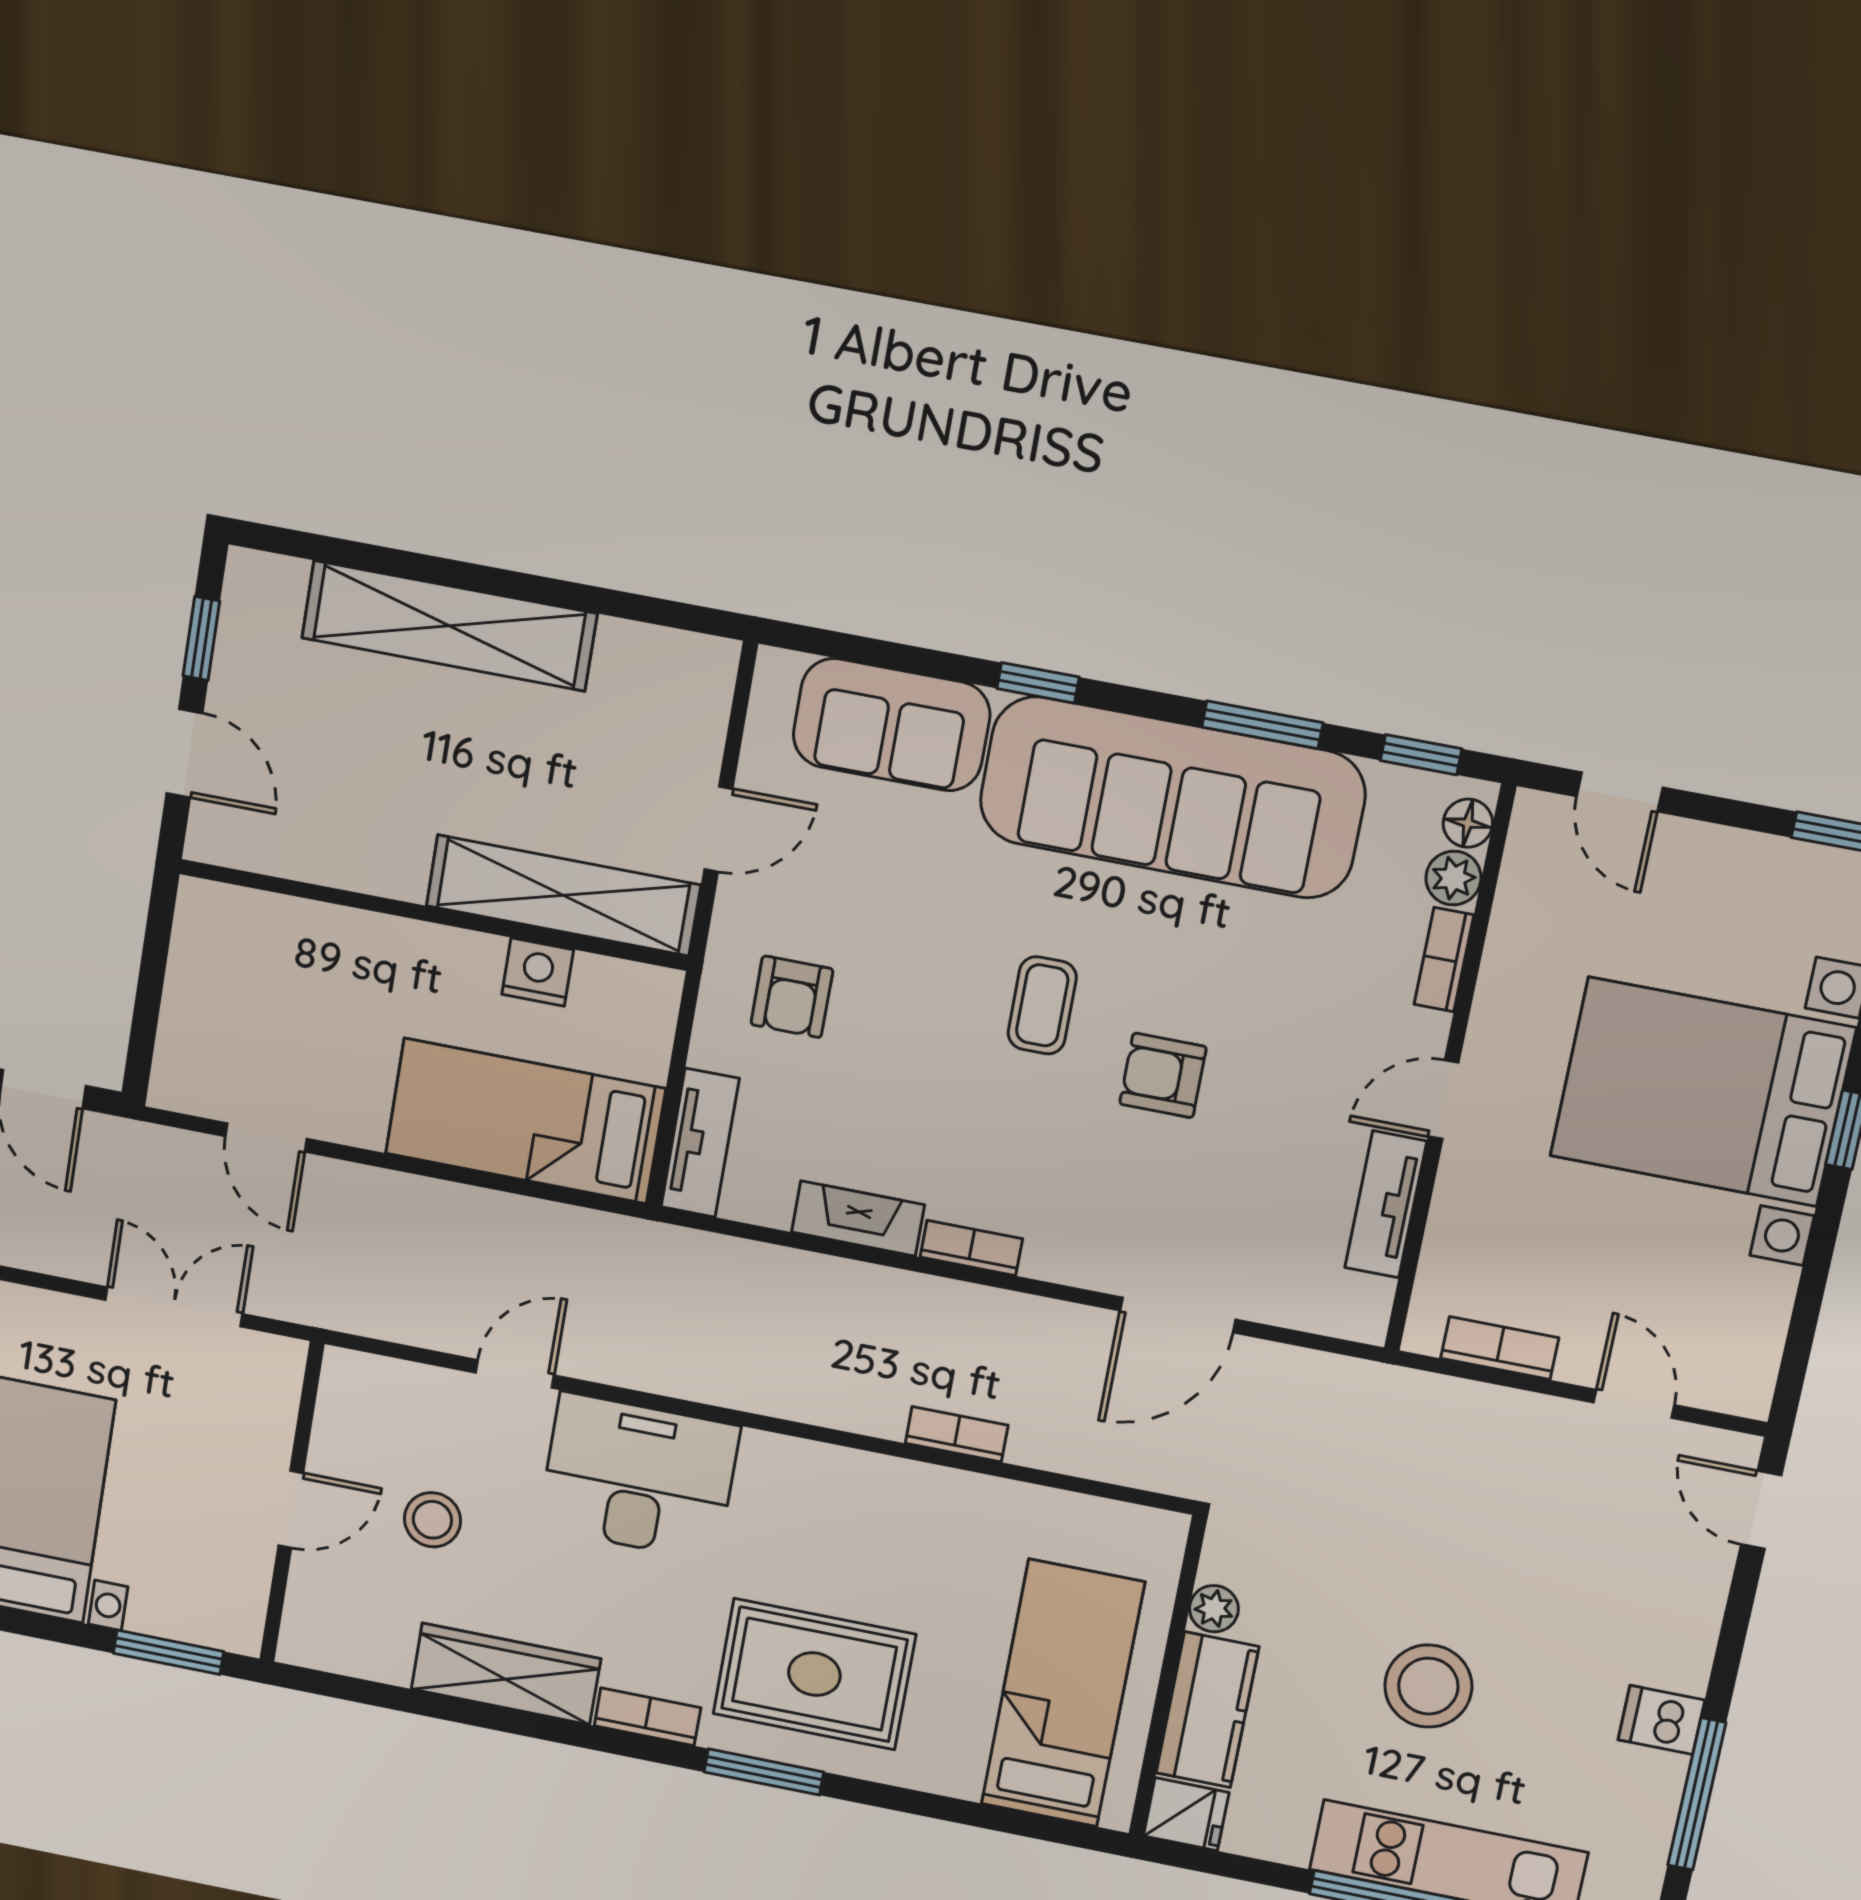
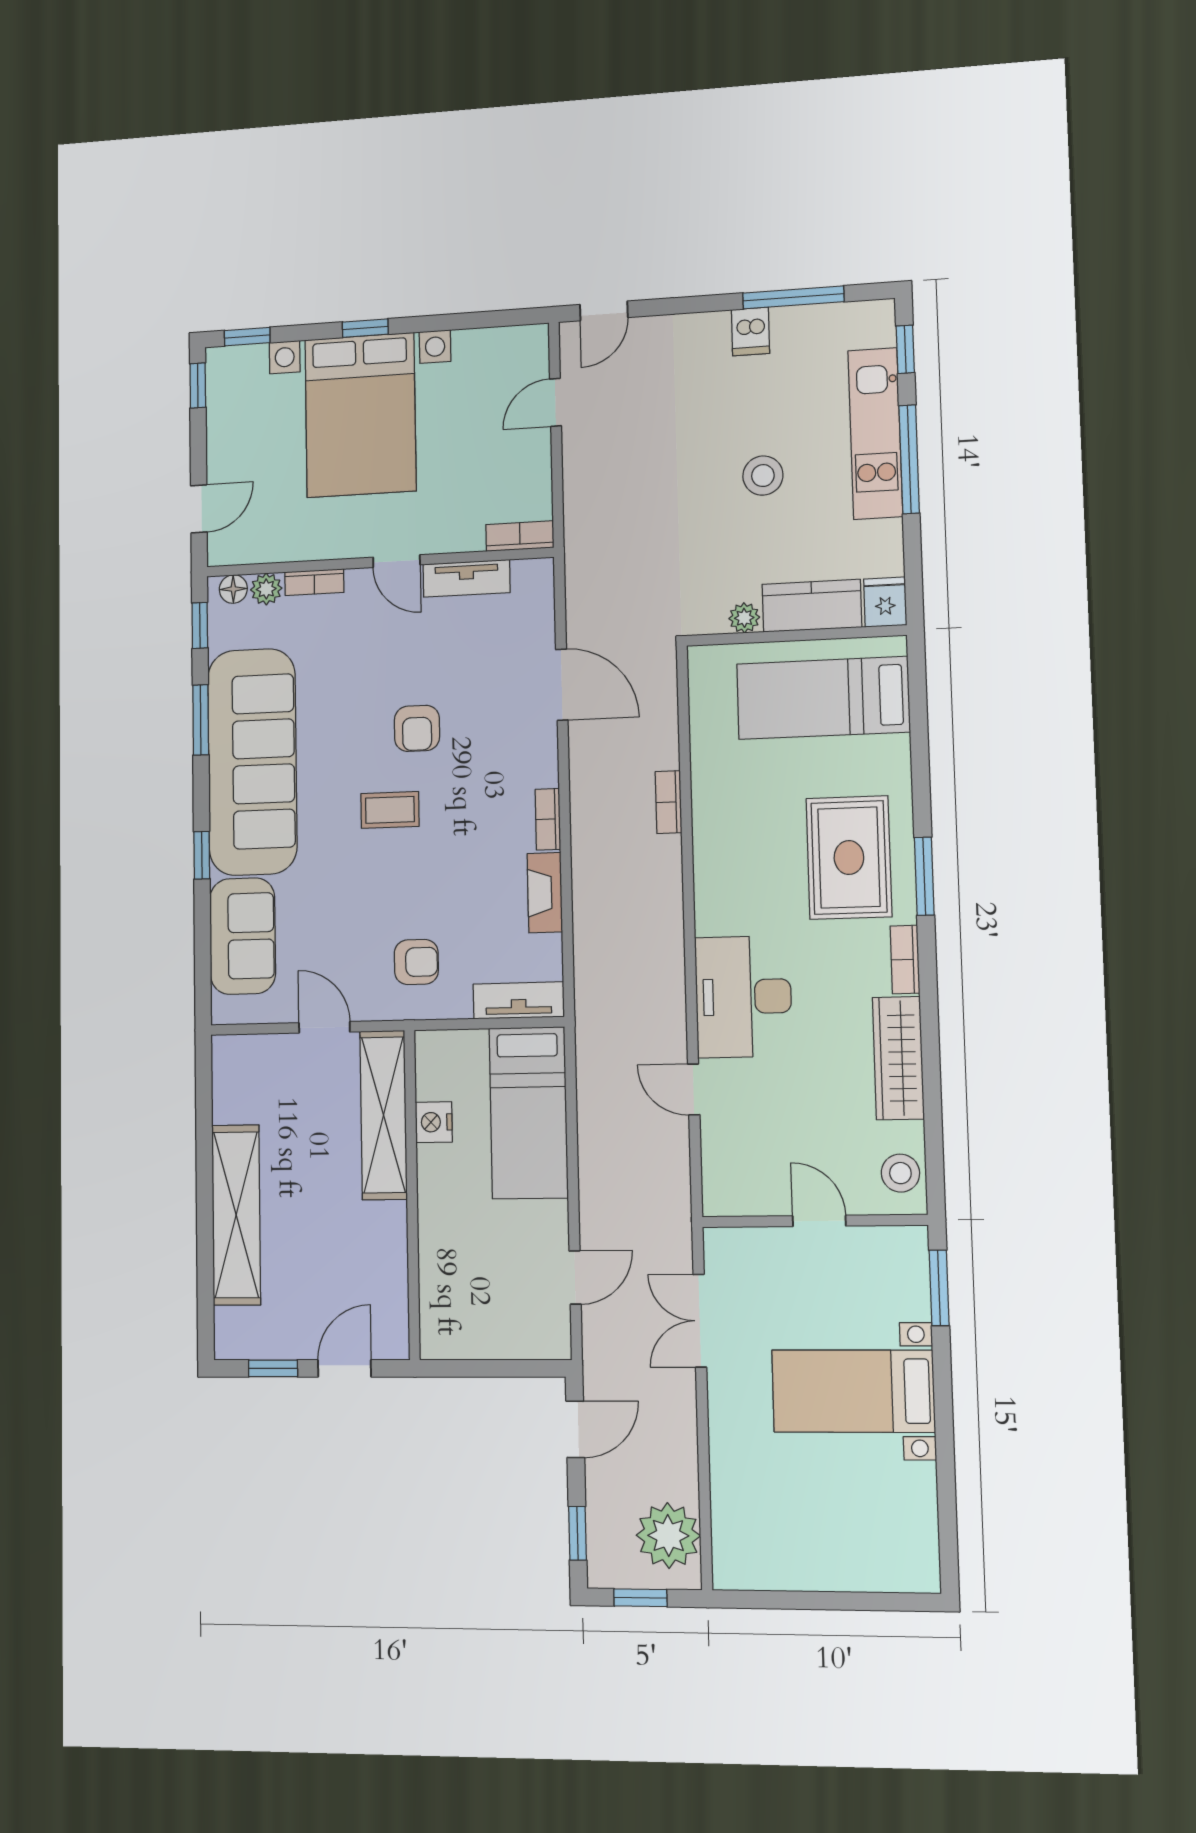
bookcase: (1500, 1348) -> (520, 536), moved, turned 90
stool: (432, 1520) -> (900, 1173), moved
stool: (1428, 1686) -> (763, 476), width x0.73, depth x0.73

